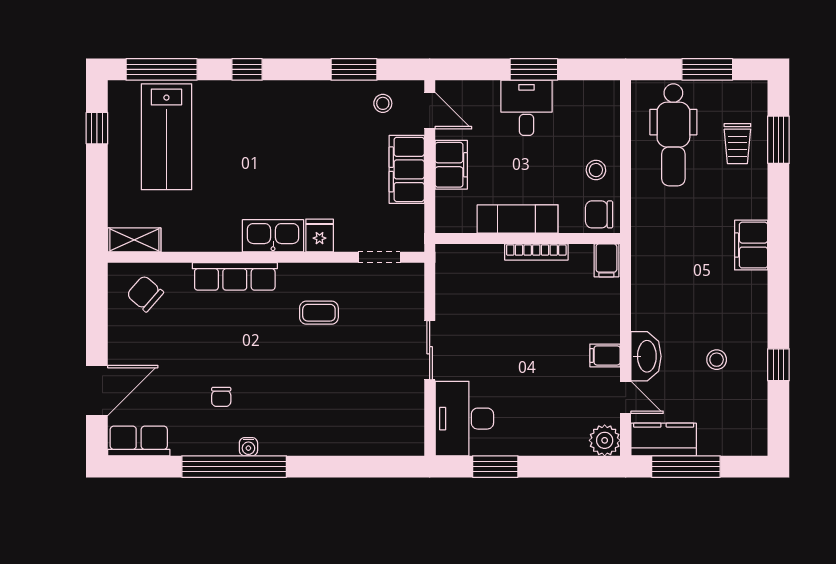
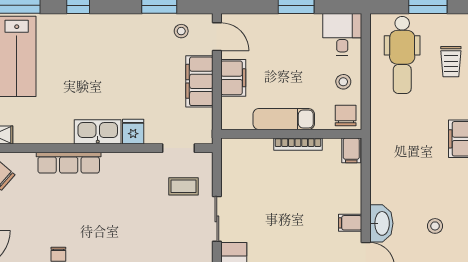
desk: (527, 108) -> (342, 34), moved
chair: (599, 214) -> (346, 116), turned 90
coffee table: (319, 313) -> (184, 186), moved

